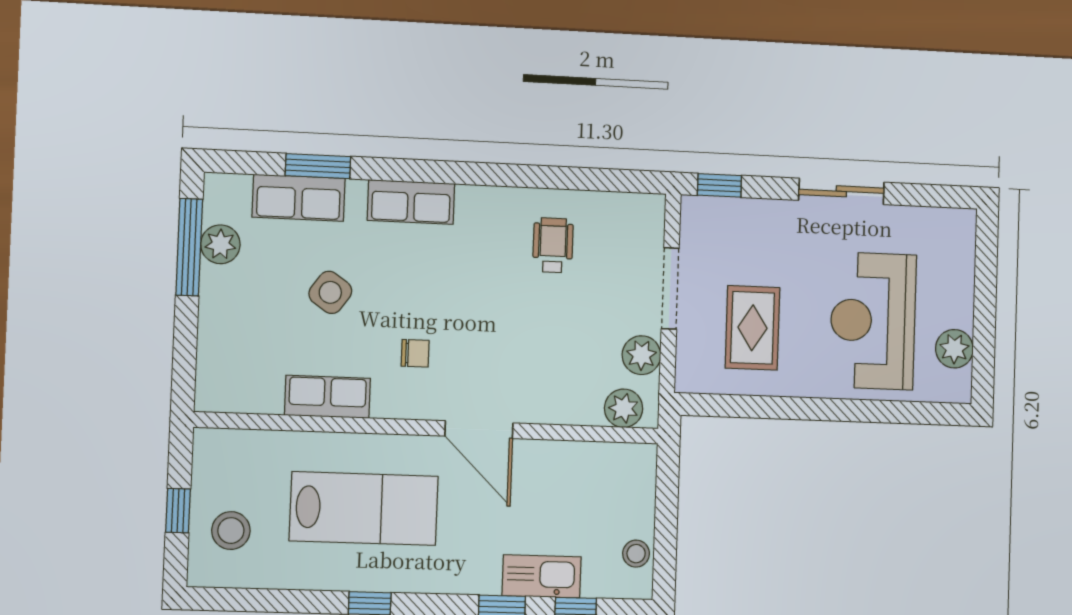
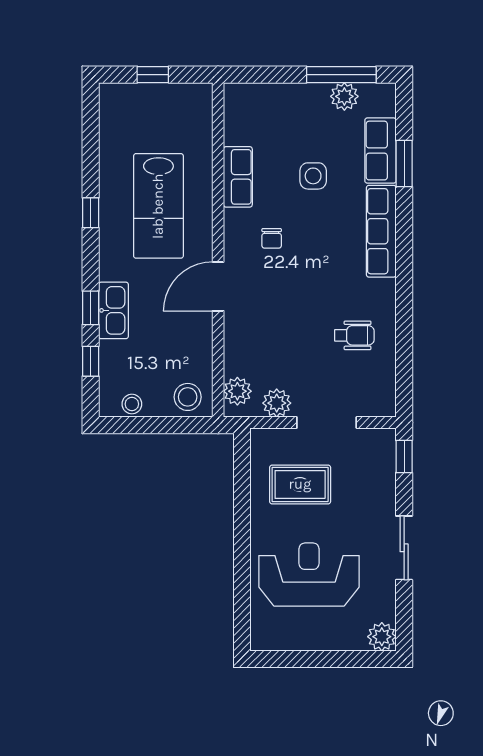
row of seats: (411, 202) -> (381, 231), width x1.48
side table: (330, 292) -> (313, 176), turned -35
plant: (954, 349) -> (382, 637), moved
stool: (231, 531) -> (188, 397), moved
kitchen sink: (542, 576) -> (113, 310), moved

